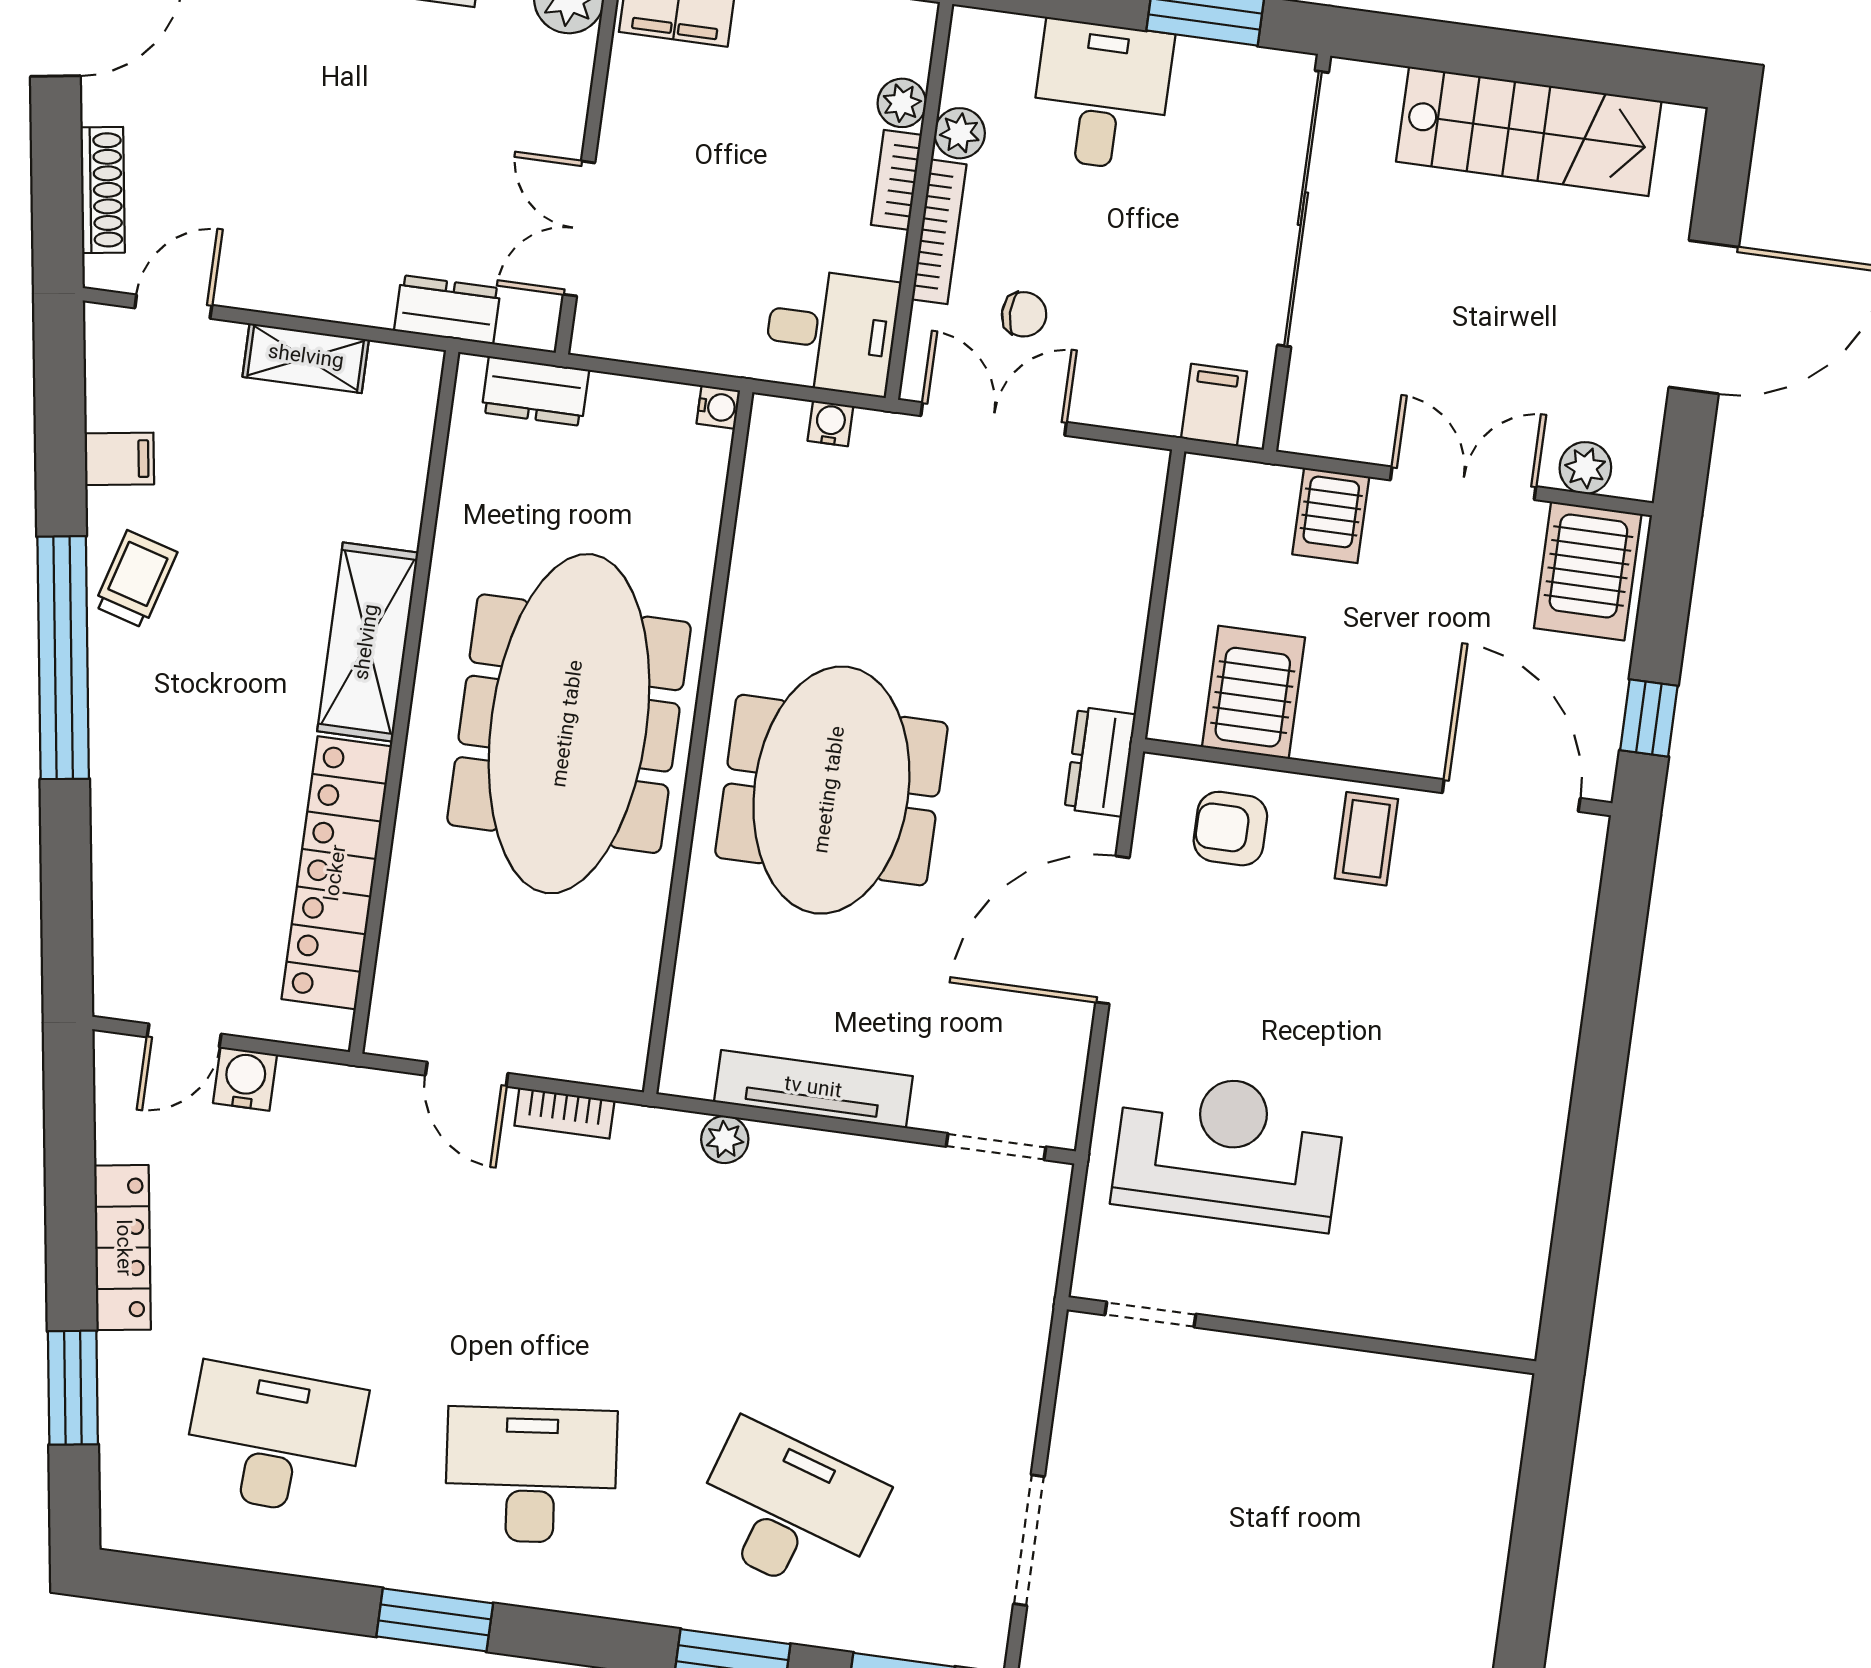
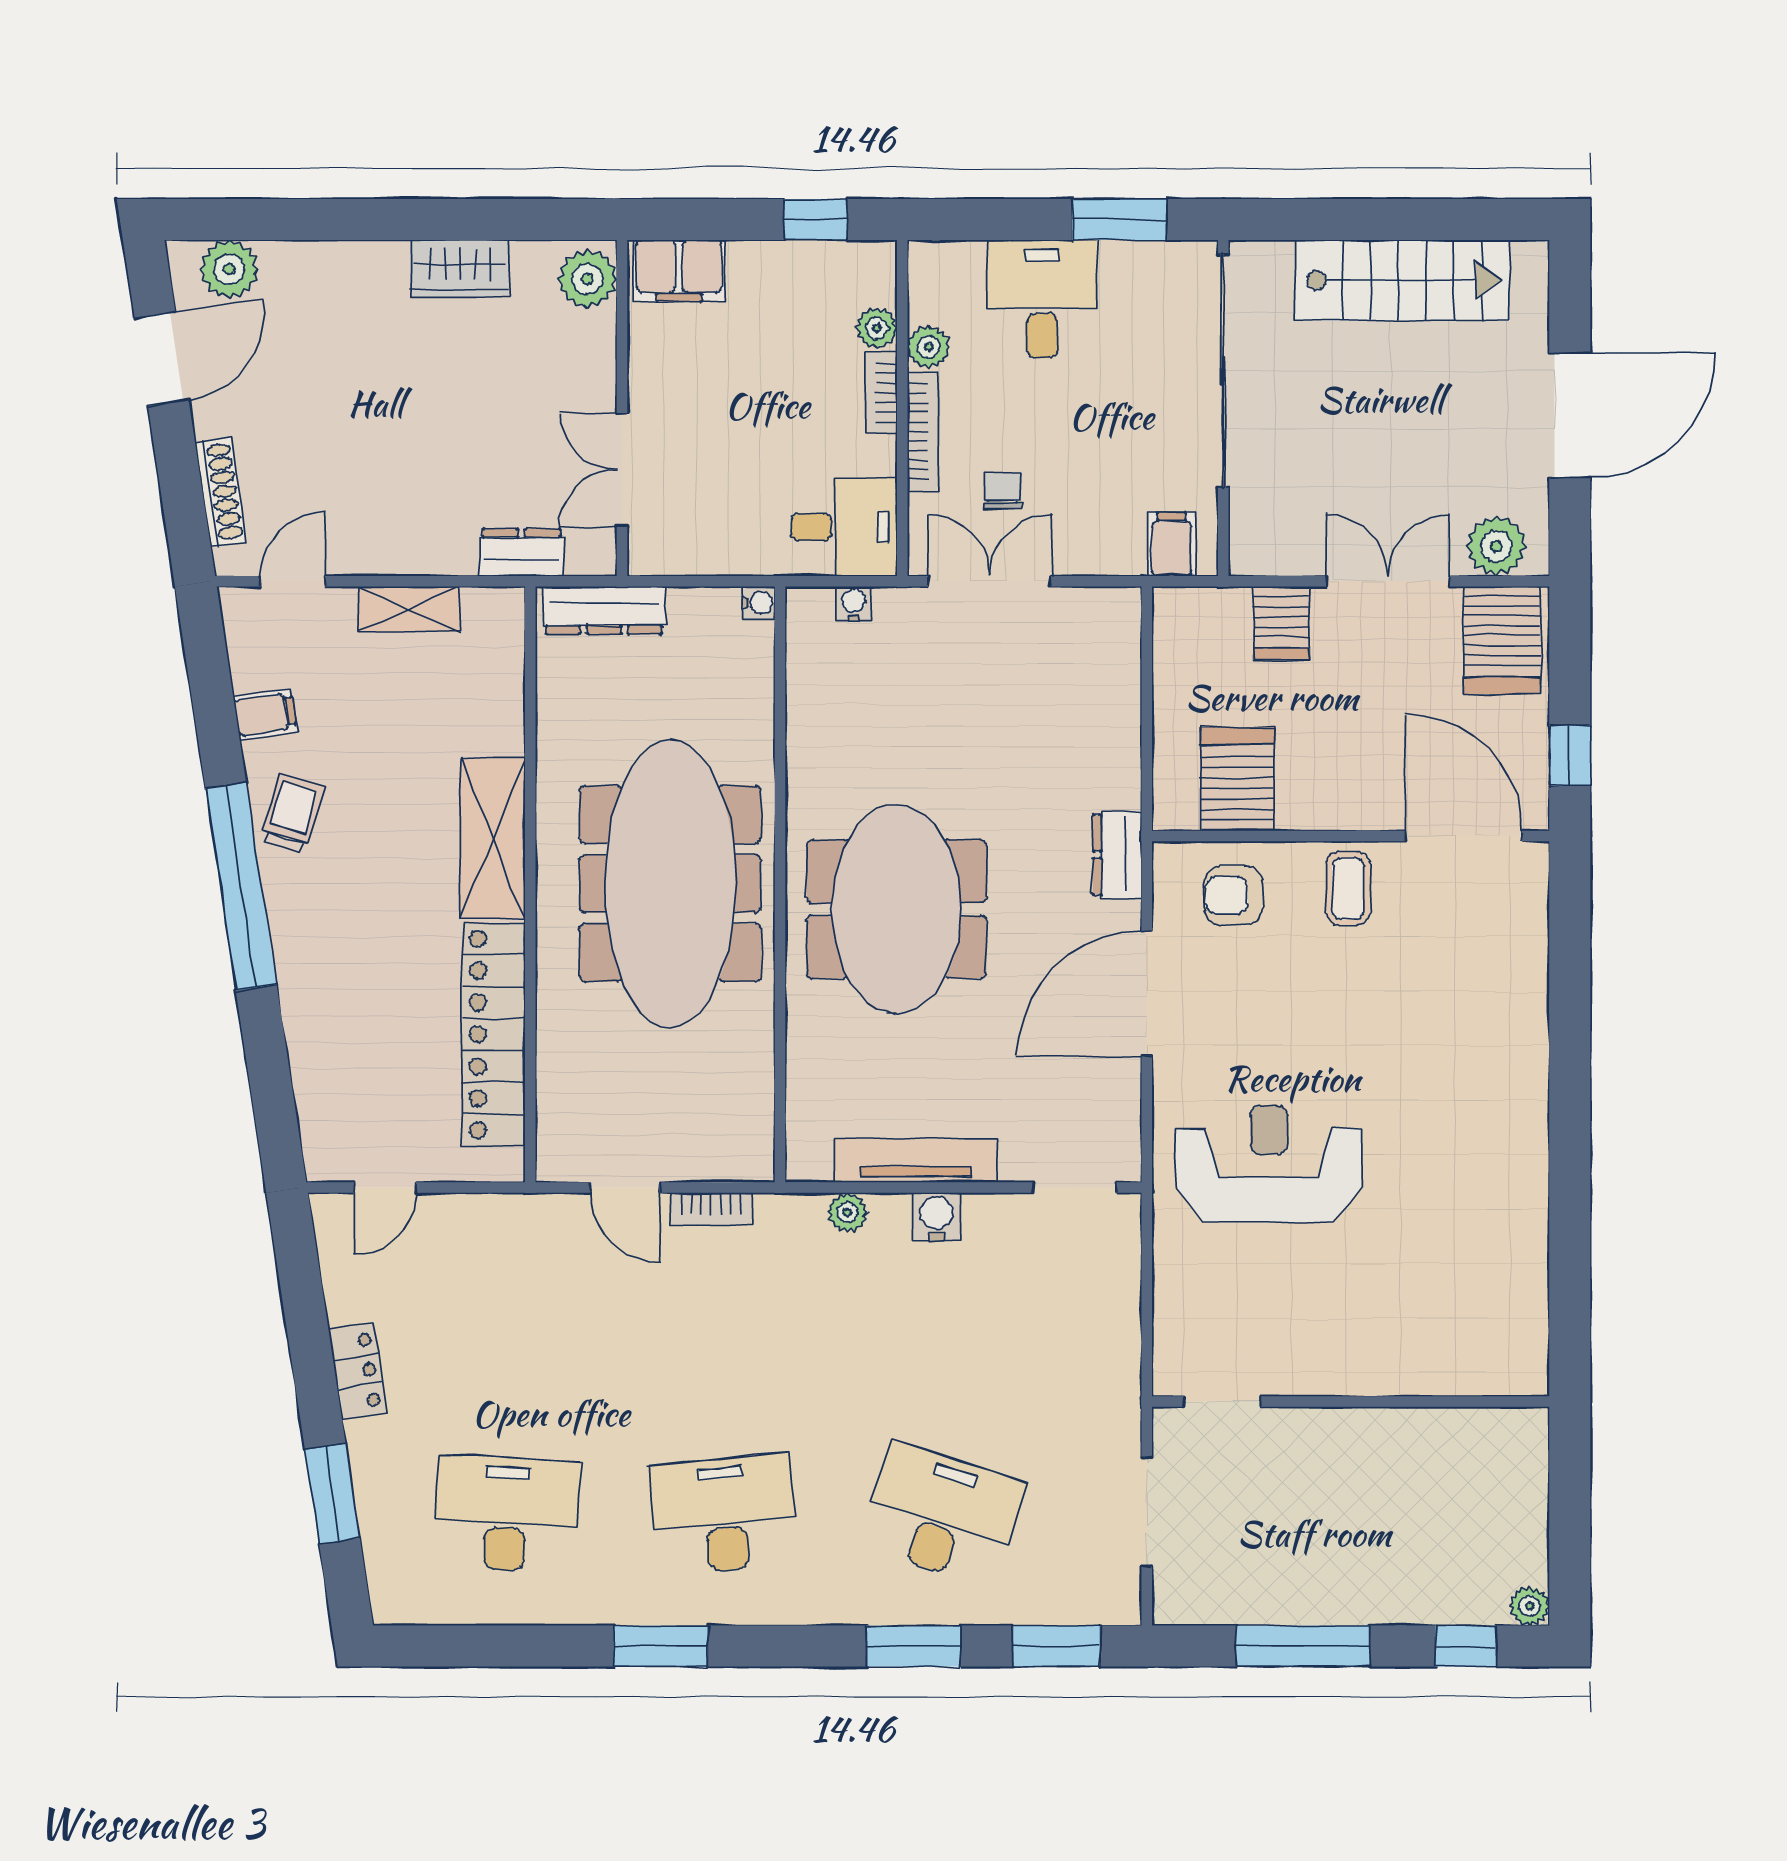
chair: (1024, 314) -> (1003, 490), turned -90
dresser: (535, 391) -> (604, 610), width x1.44
plant: (1585, 468) -> (1496, 546), width x1.38, depth x1.38
water cooler: (245, 1079) -> (937, 1217), moved
locker: (122, 1248) -> (358, 1371), width x0.66
doorway: (1150, 1315) -> (1222, 1402), moved
wall: (1301, 1335) -> (1351, 1402), moved

